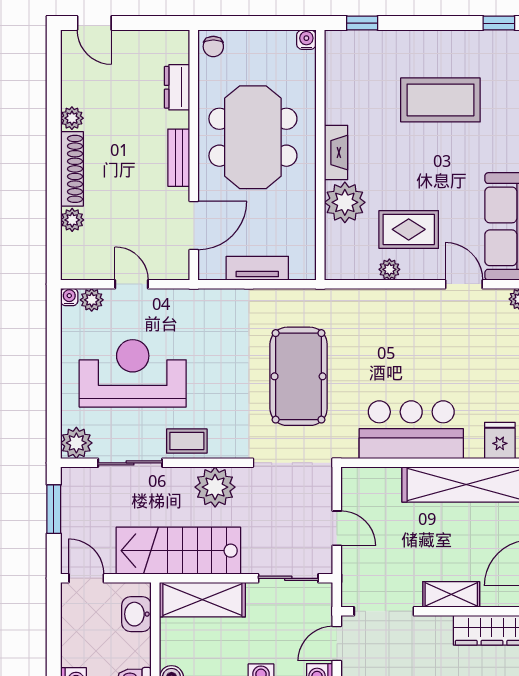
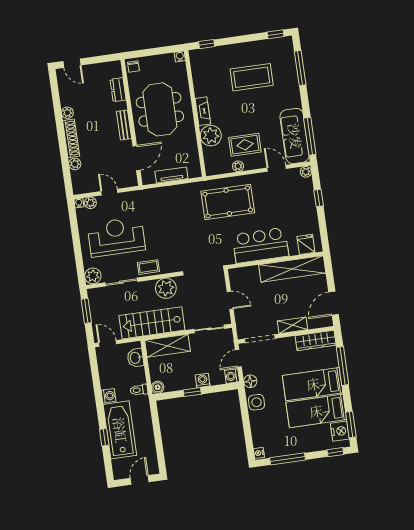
pool table: (299, 376) -> (228, 202), moved, turned 90

